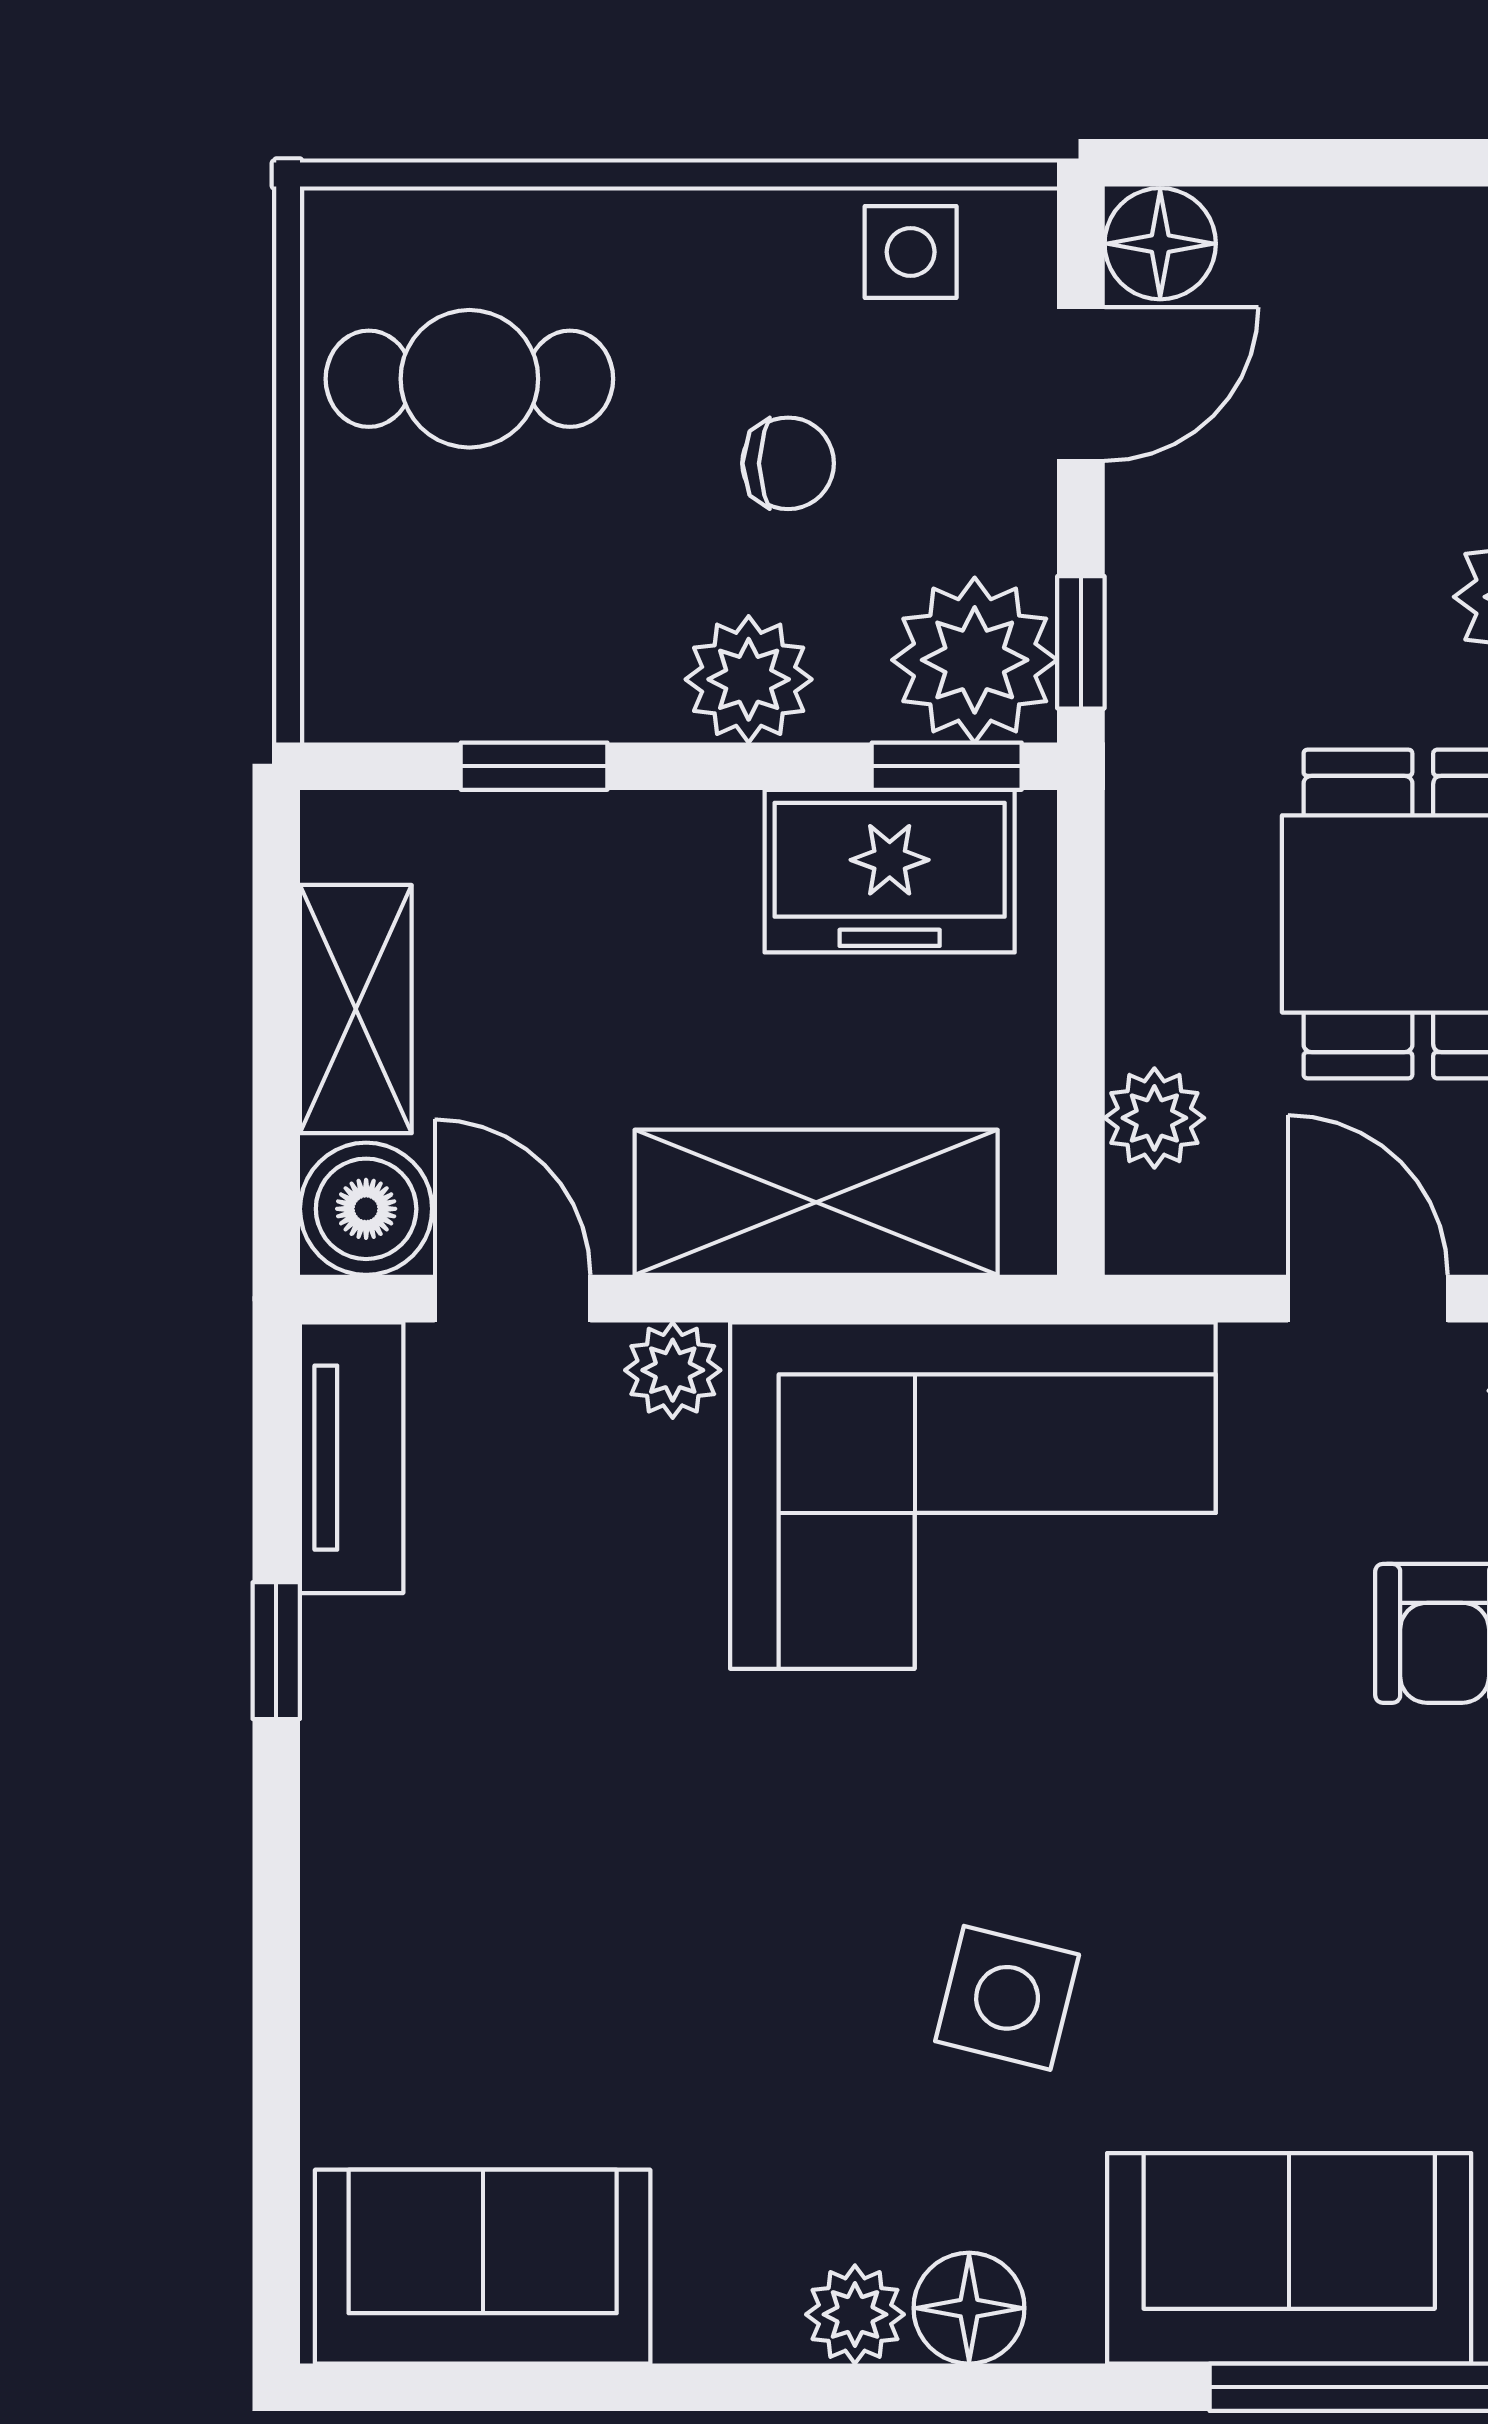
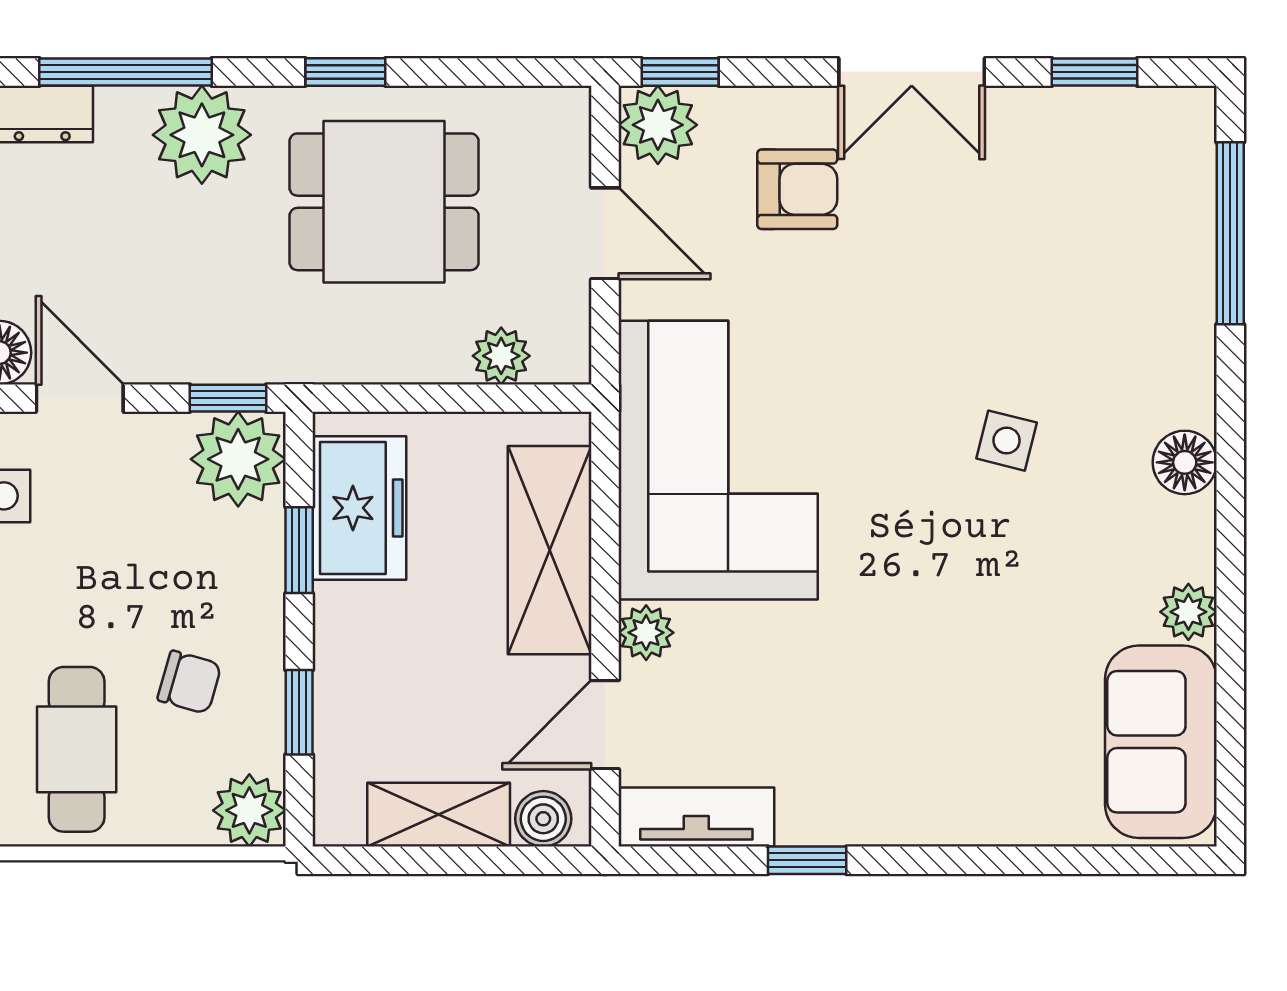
chair: (788, 463) -> (189, 682), moved, turned 106
plant: (749, 679) -> (249, 810), moved
window: (947, 766) -> (299, 550), moved
boiler: (366, 1209) -> (543, 819), width x0.73, depth x0.73
door: (1368, 1299) -> (605, 233), swing flipped
side table: (1007, 1998) -> (1007, 441), width x0.73, depth x0.73
sofa: (1289, 2258) -> (1156, 279), removed
plant: (855, 2314) -> (1188, 612), moved

